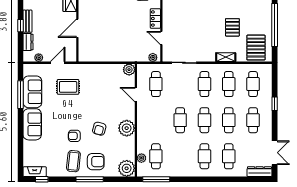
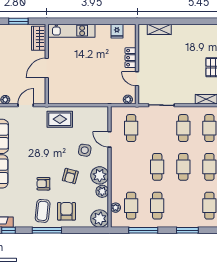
plant: (129, 70) -> (102, 191), moved
rug: (68, 87) -> (60, 119), moved
side table: (113, 105) -> (85, 150), added
cafe table: (204, 156) -> (157, 206), moved
armchair: (96, 162) -> (66, 211), turned -90
window: (90, 179) -> (47, 230), moved
window: (156, 179) -> (143, 230), moved
window: (208, 179) -> (187, 230), added

